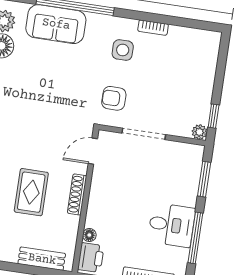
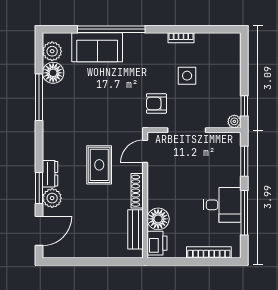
side table: (123, 50) -> (187, 76), moved
rug: (31, 192) -> (99, 165), moved
floor lamp: (89, 235) -> (158, 219), width x1.89, depth x1.89
bench: (42, 259) -> (136, 229), moved, turned 90

